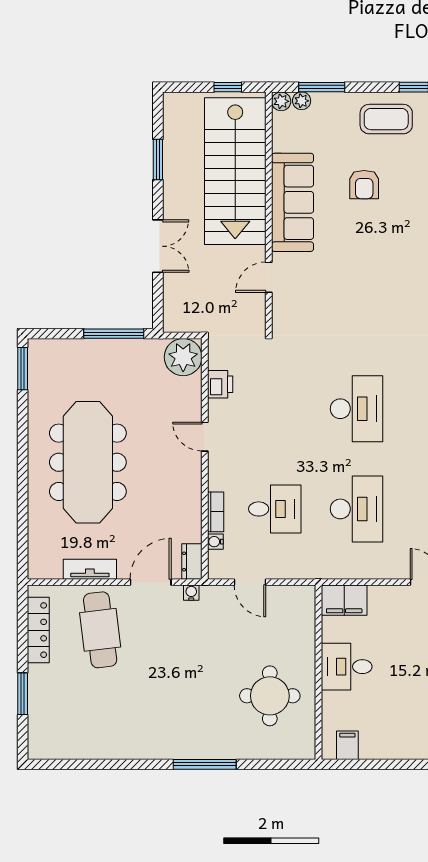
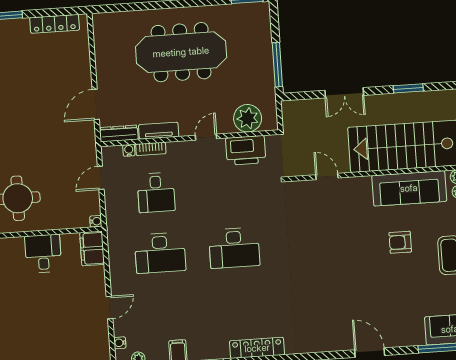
sofa: (293, 202) -> (409, 188), moved
plant: (183, 357) -> (248, 118), moved
printer: (220, 384) -> (246, 150), width x1.87, depth x1.48
dresser: (192, 561) -> (119, 134), width x1.44
tv unit: (90, 569) -> (159, 131), moved, turned -90
door: (151, 582) -> (96, 104), swing flipped
water cooler: (191, 593) -> (96, 221), moved
cafe table: (100, 630) -> (58, 70), removed

